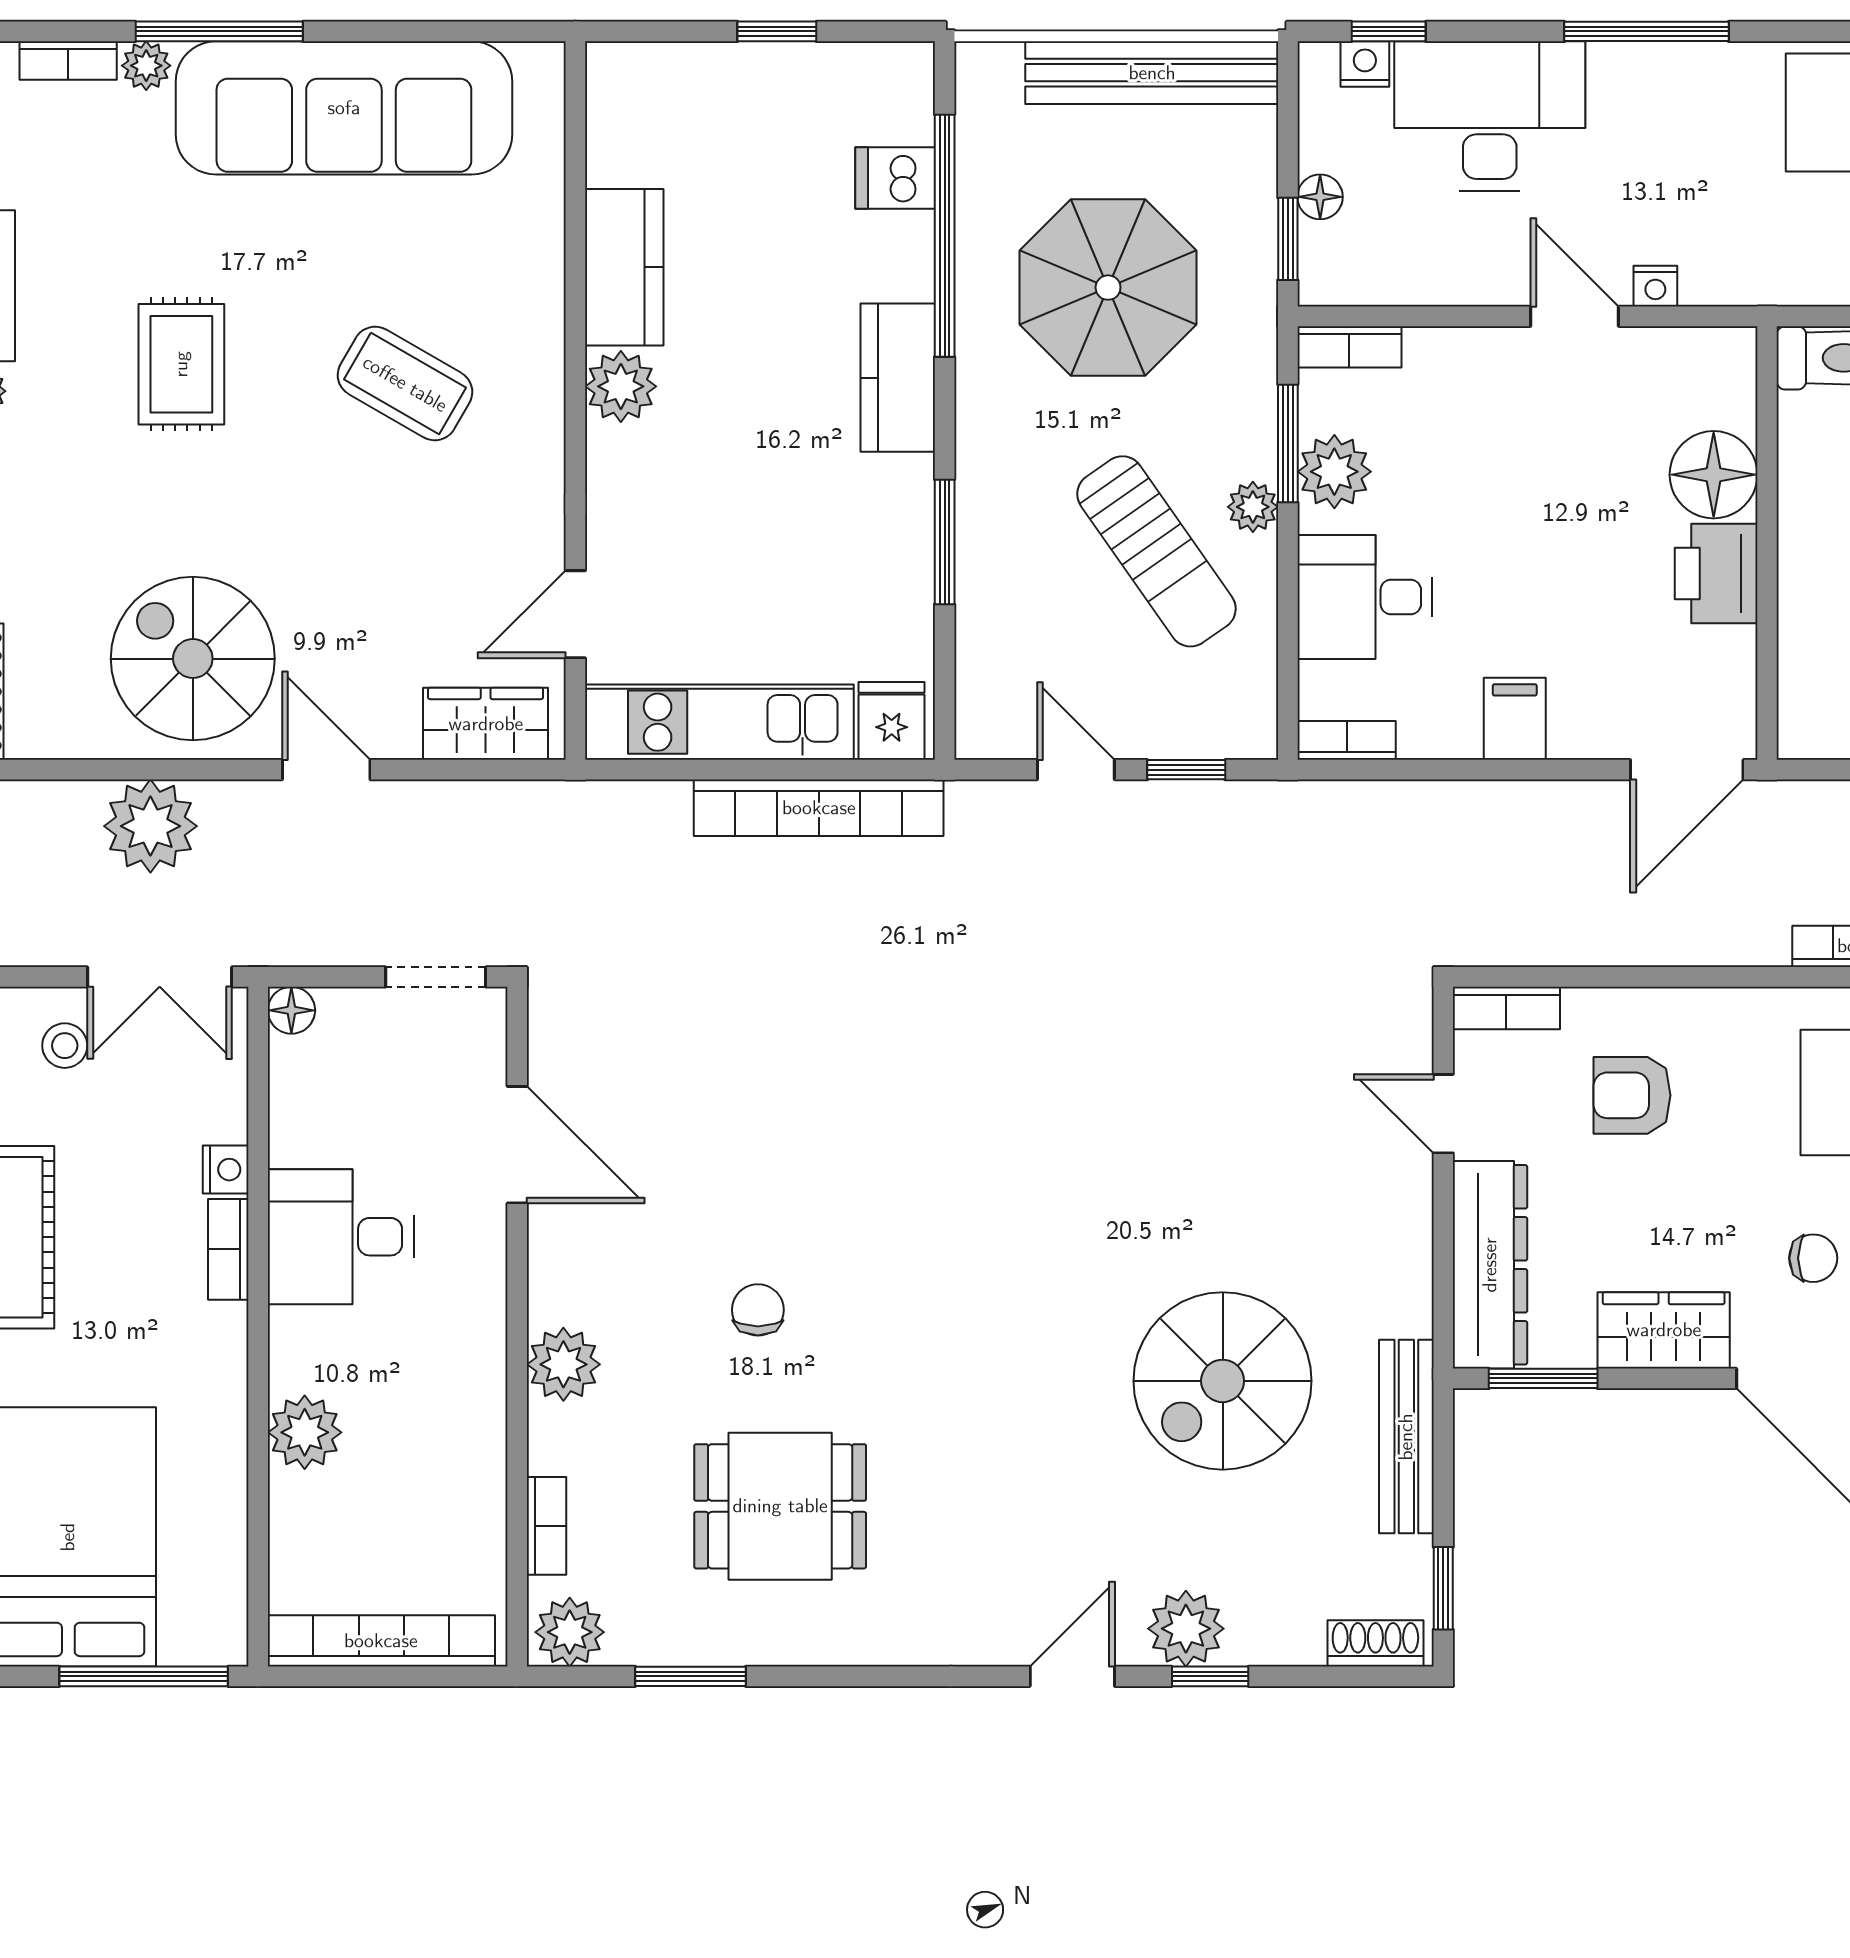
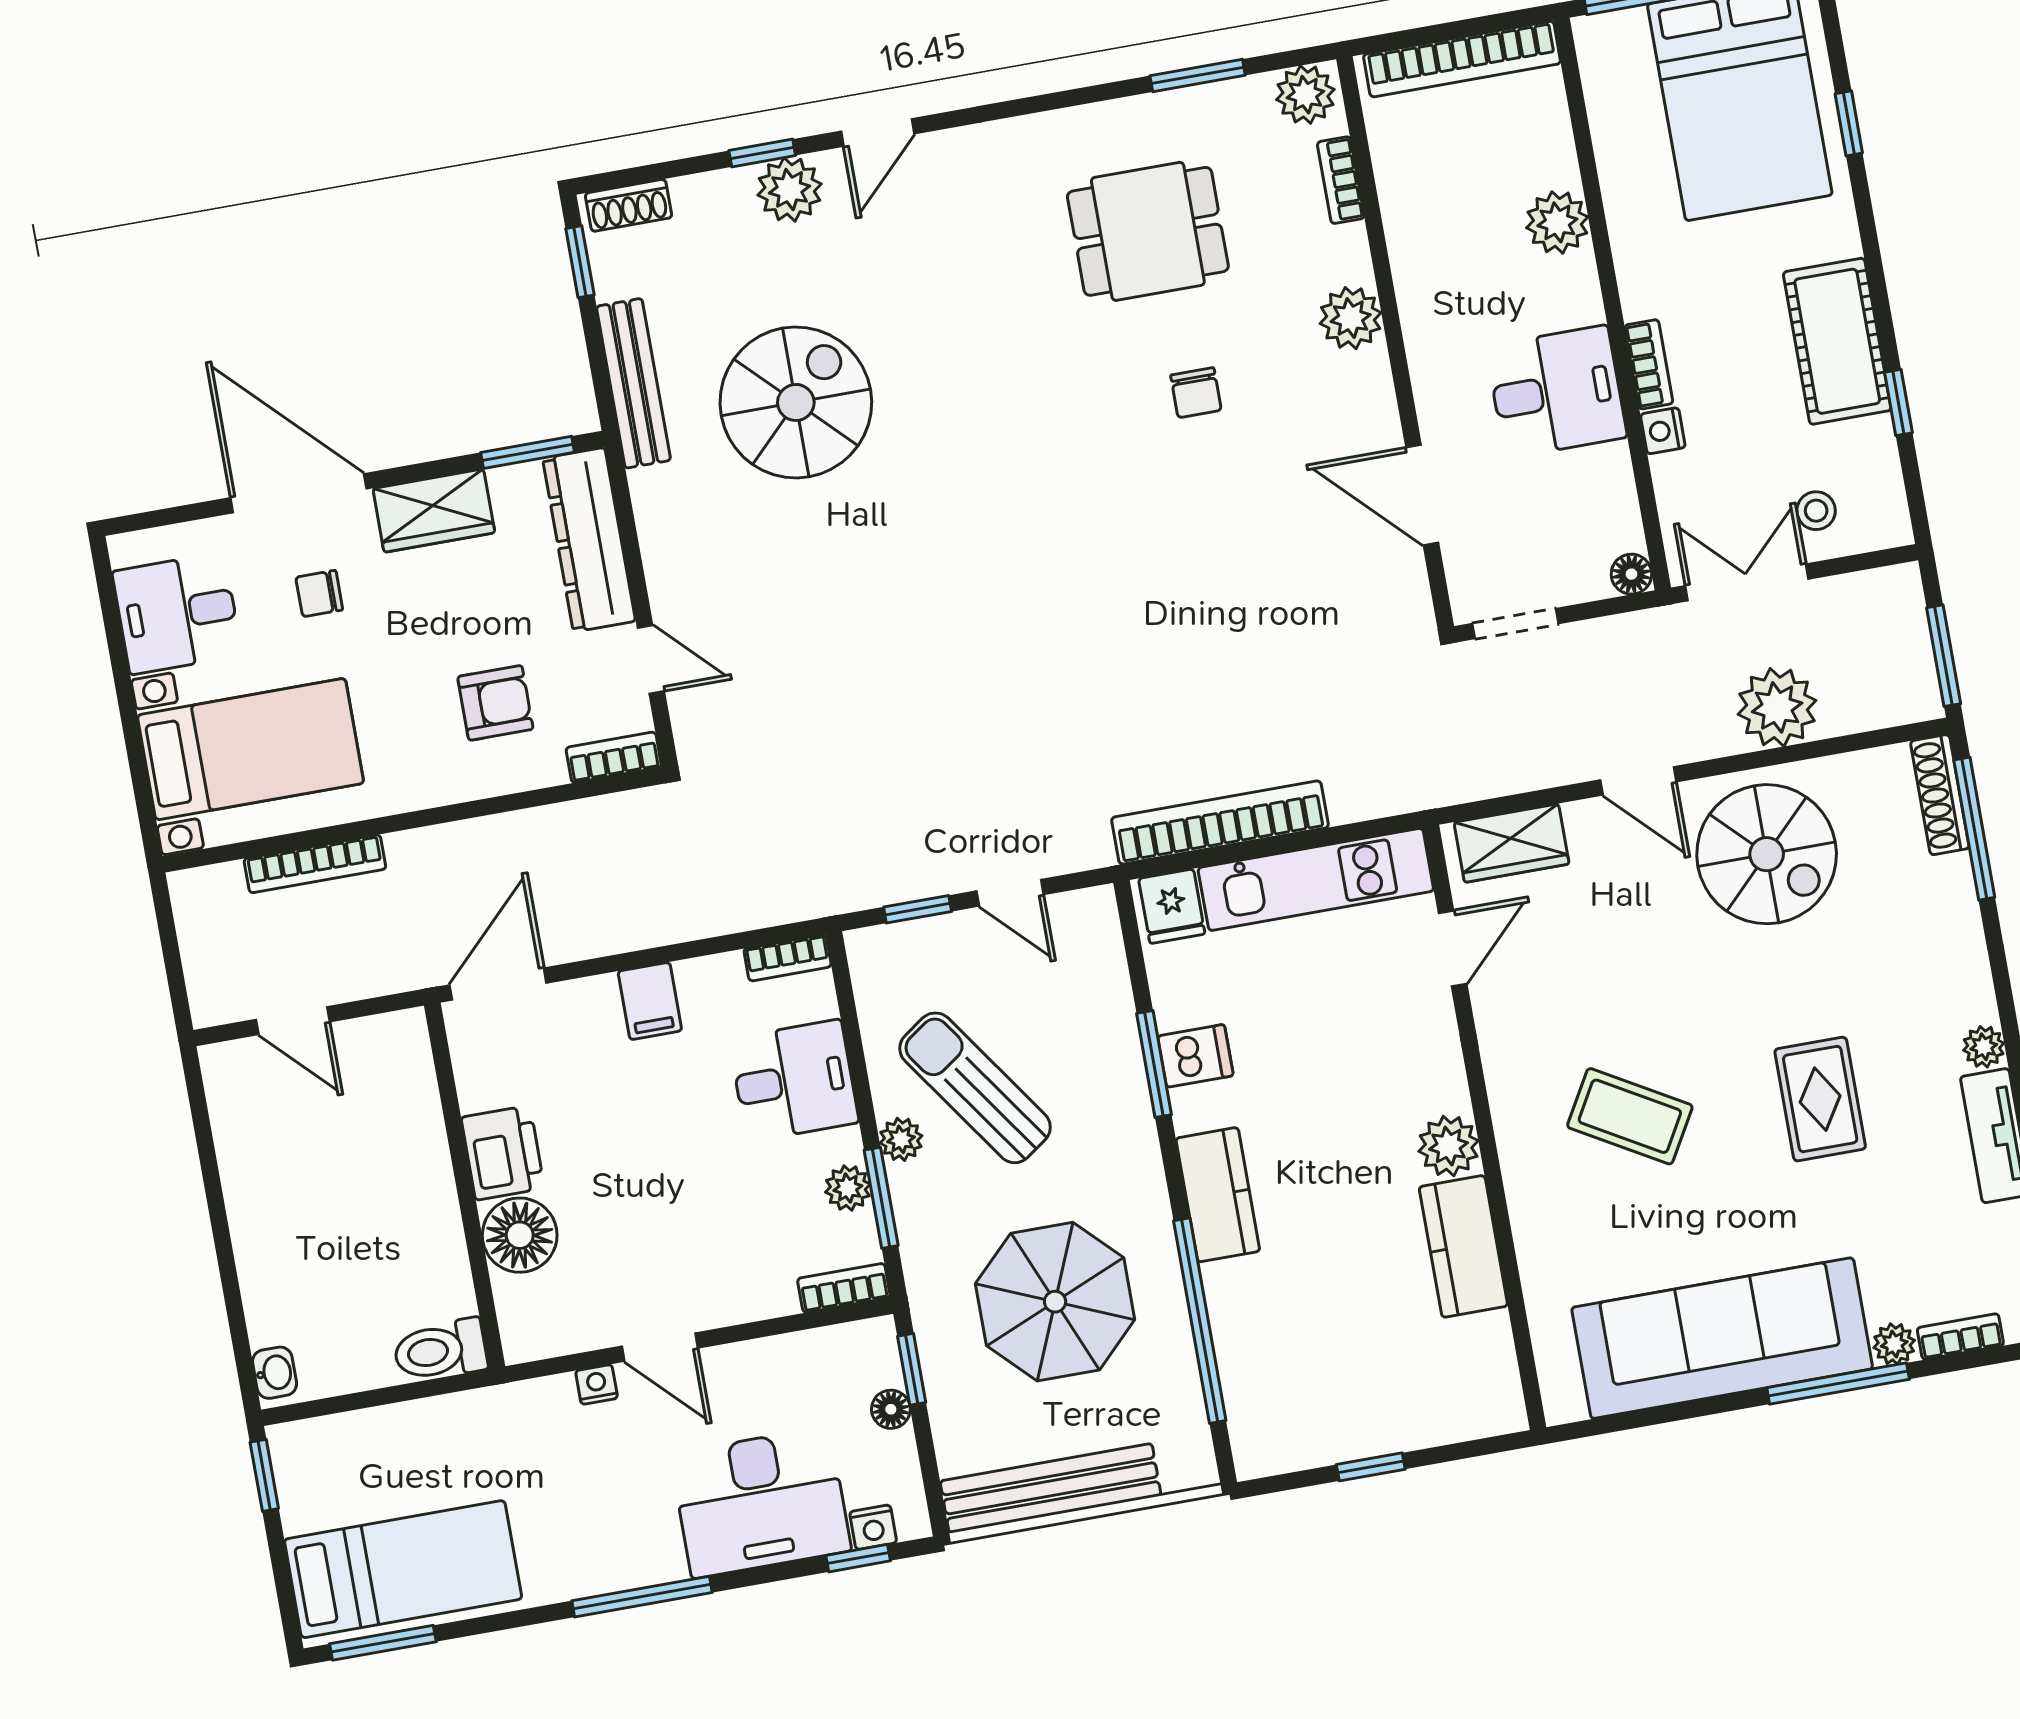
dishwasher: (895, 178) -> (1195, 1056), moved
plant: (1334, 472) -> (848, 1188), width x0.73, depth x0.73

